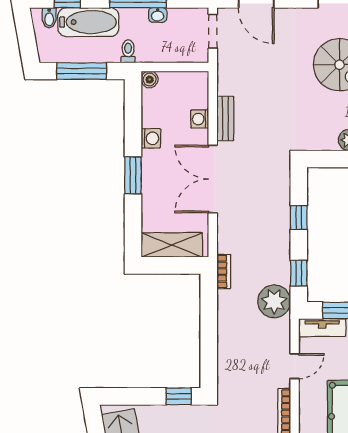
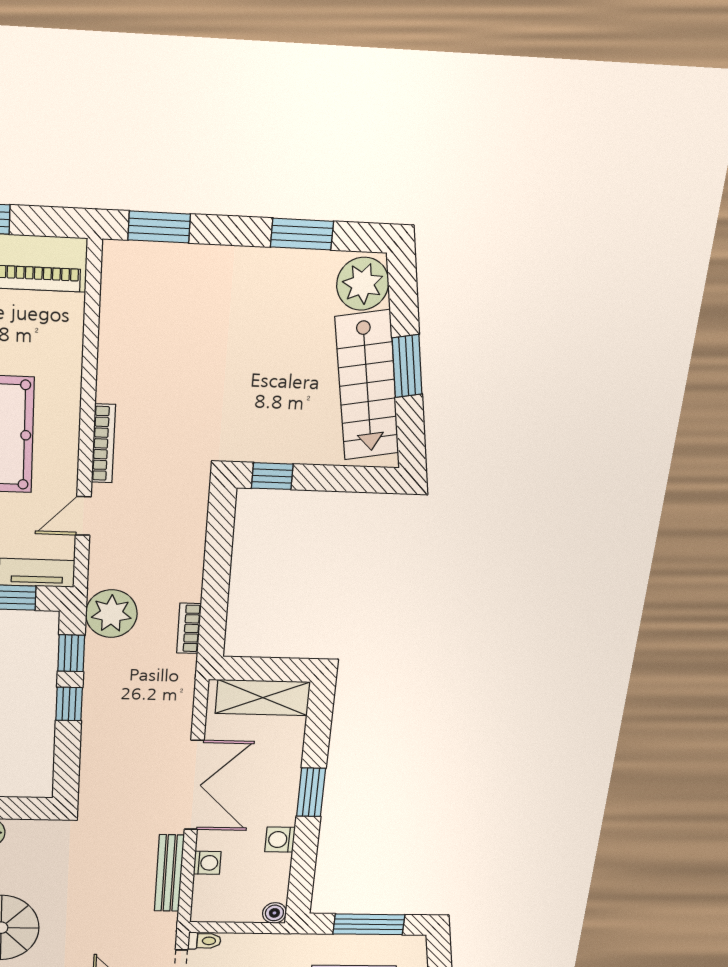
toilet: (128, 51) -> (204, 941), moved, turned -90
bench: (225, 118) -> (169, 873), width x1.36
window: (299, 218) -> (69, 704), moved
bookcase: (224, 272) -> (189, 628), moved

